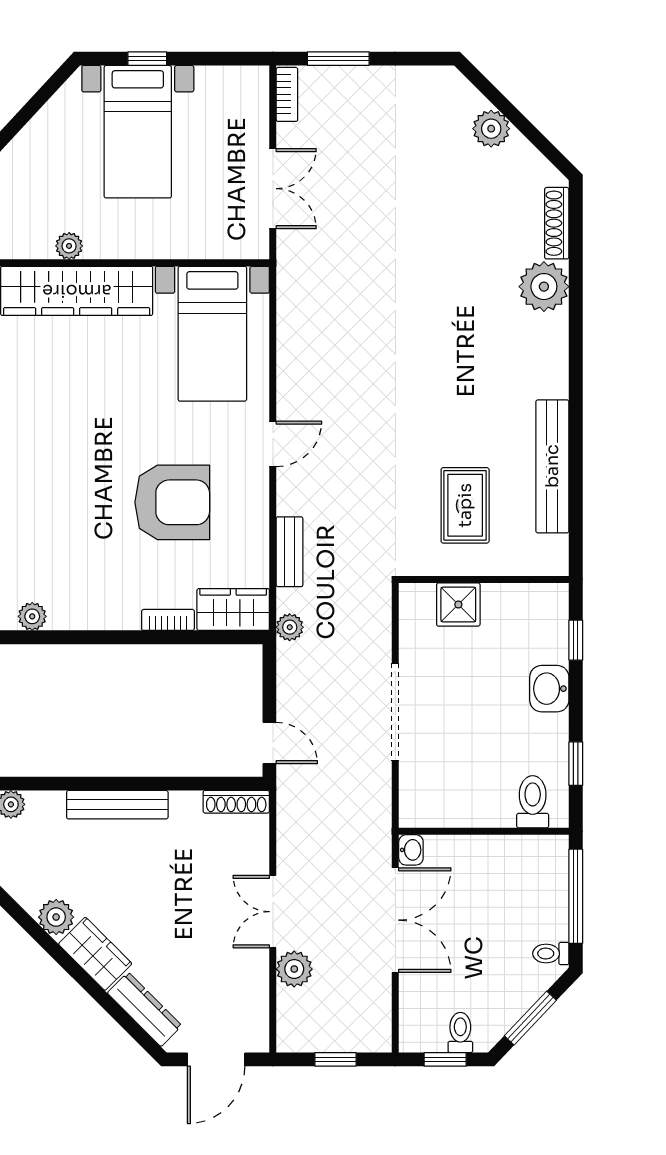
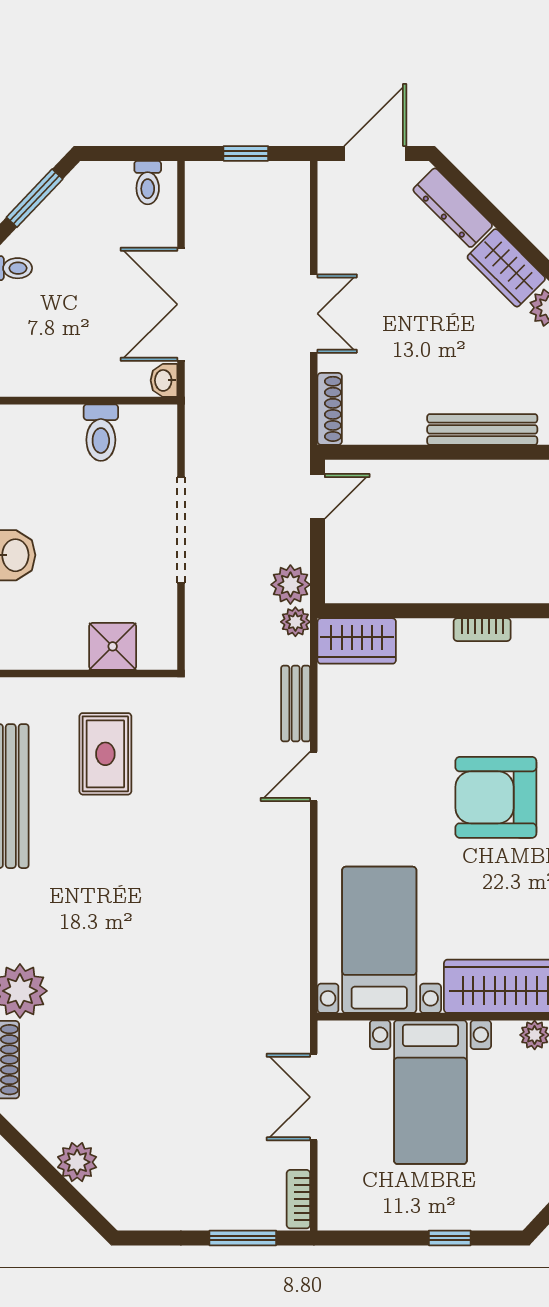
bed with nightstands: (138, 132) -> (430, 1092), moved, turned 180
door: (273, 444) -> (314, 776), moved
armchair: (172, 502) -> (496, 797), moved
bookcase: (168, 620) -> (482, 630), moved
door: (269, 743) -> (317, 496), swing flipped
shoe rack: (236, 802) -> (330, 409), moved, turned 90
toilet: (533, 802) -> (101, 433), moved
plant: (294, 969) -> (290, 585), moved
toilet: (460, 1032) -> (148, 183), moved
window: (445, 1059) -> (127, 153), removed

